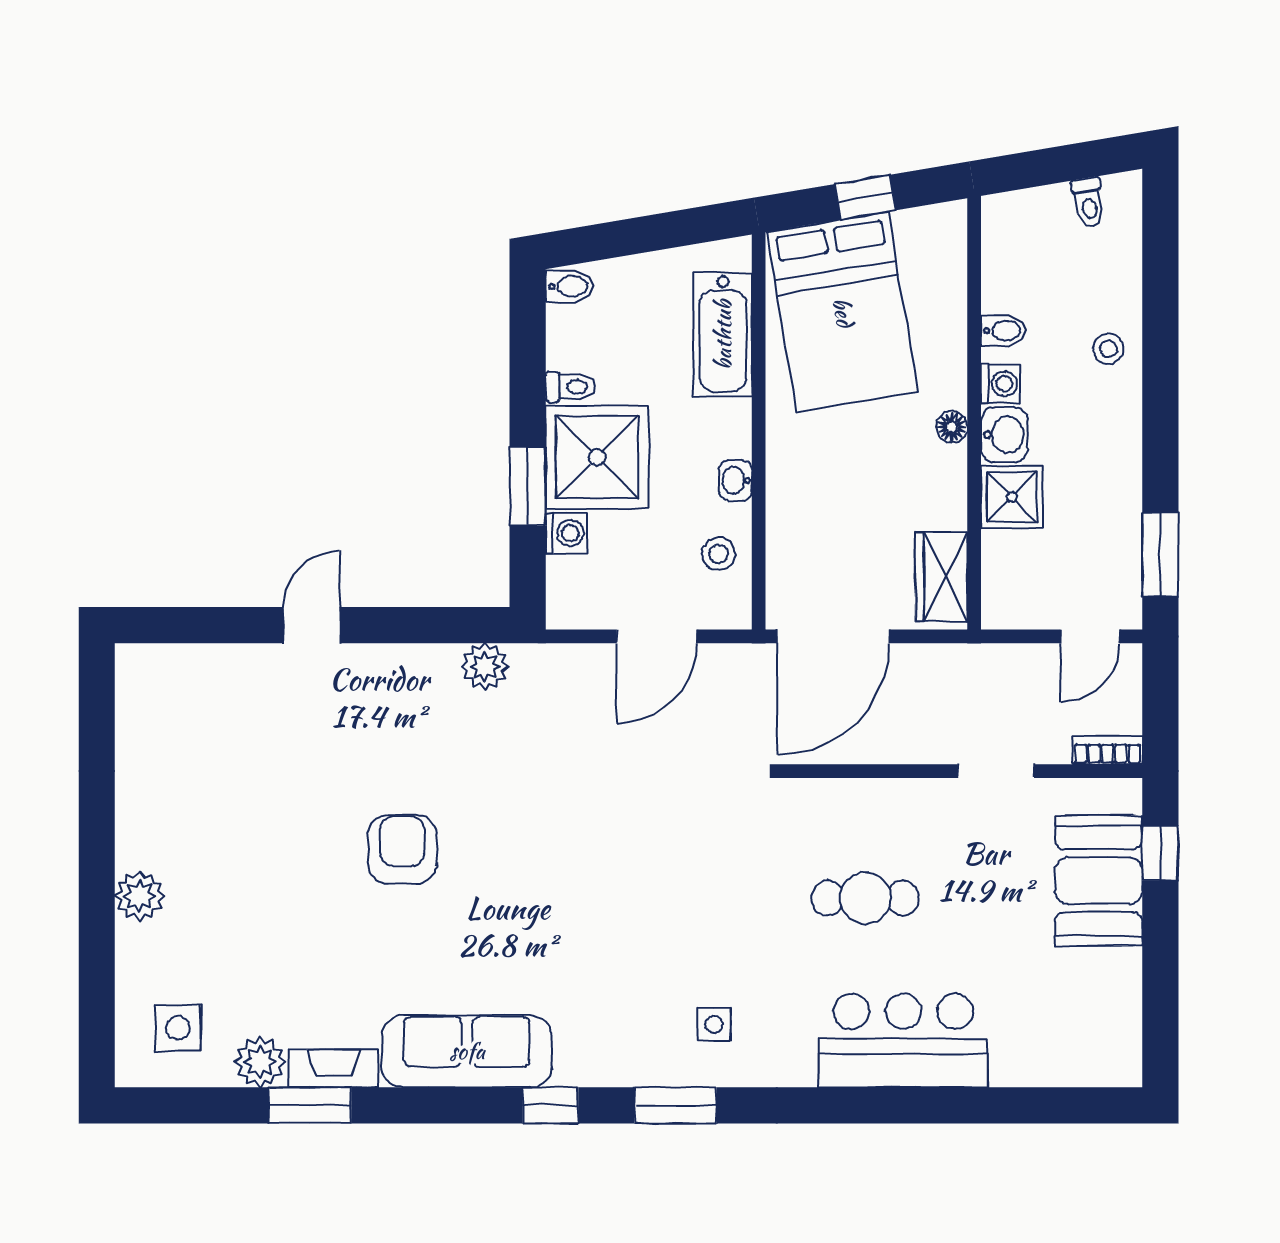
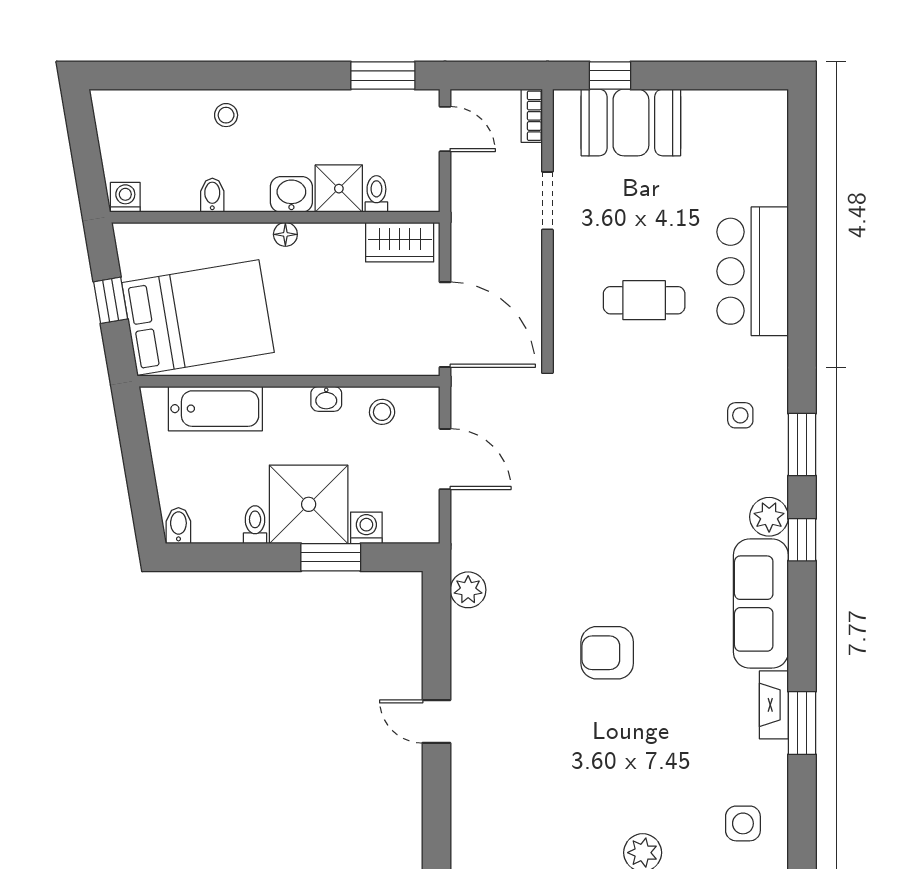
toilet: (1089, 202) -> (376, 194), moved, turned -80
washing machine: (1000, 384) -> (125, 197), moved
cafe table: (865, 898) -> (644, 300), turned 90
plant: (260, 1062) -> (769, 517), moved

